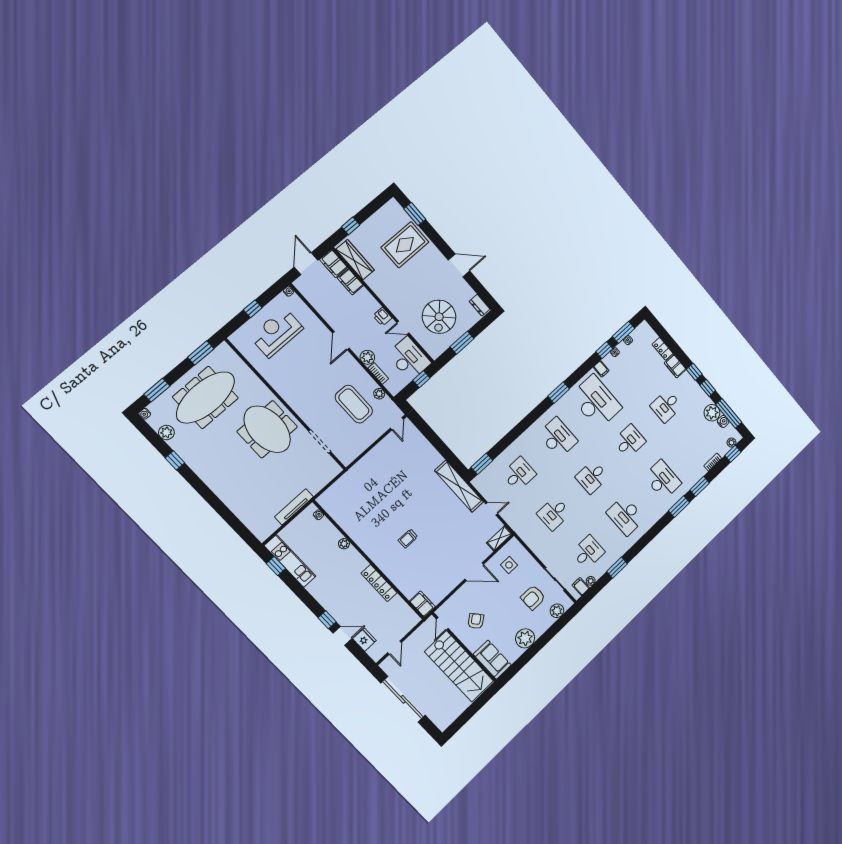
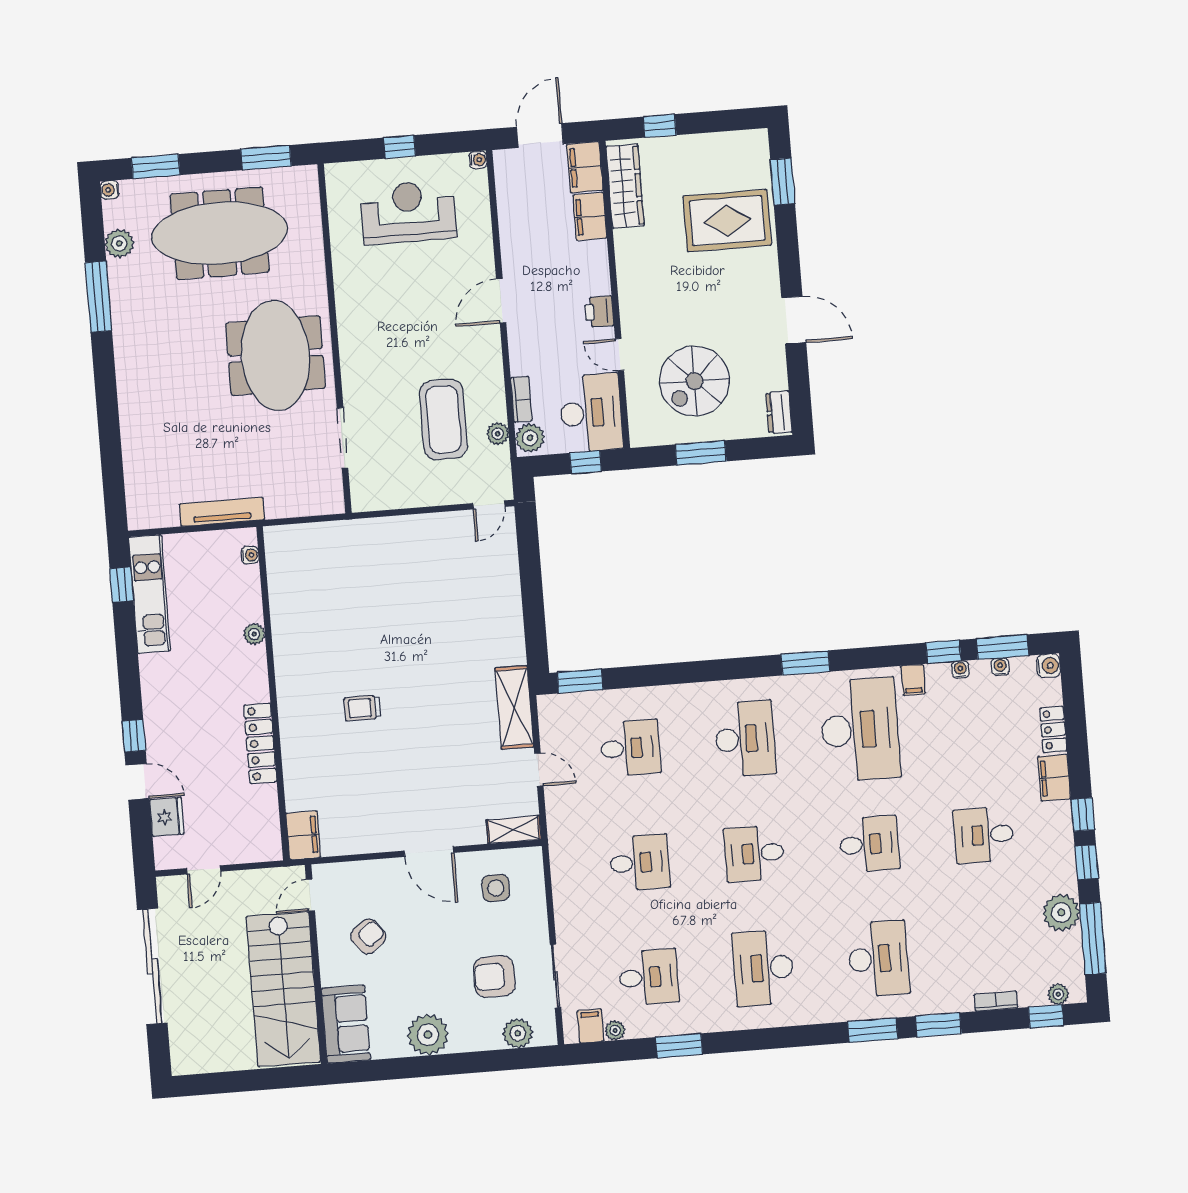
plant: (367, 357) -> (530, 438), moved
water cooler: (723, 421) -> (1048, 666), moved
window: (175, 460) -> (98, 297), width x2.17
shelving: (459, 486) -> (514, 707), width x0.68
desk: (554, 513) -> (639, 863), turned 180

